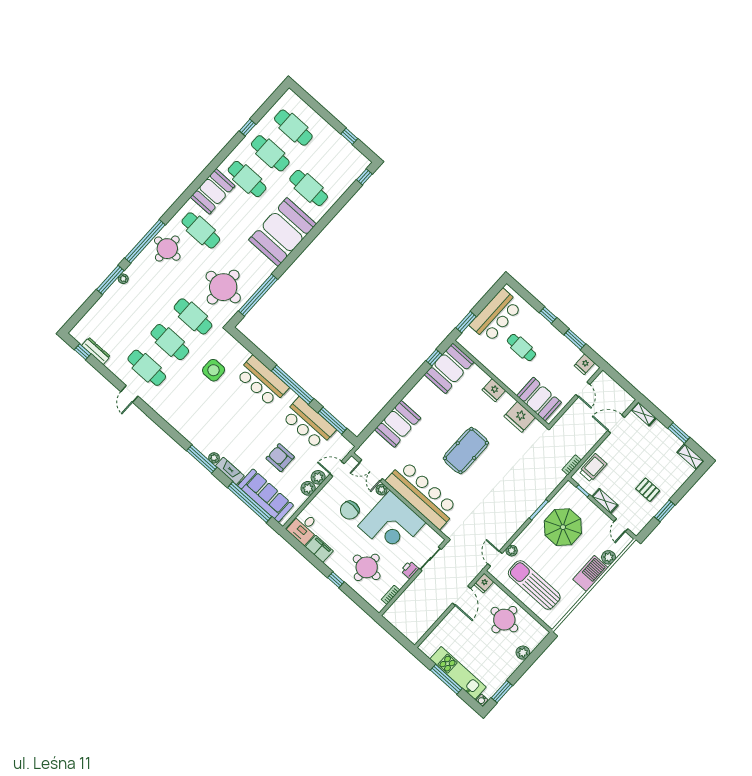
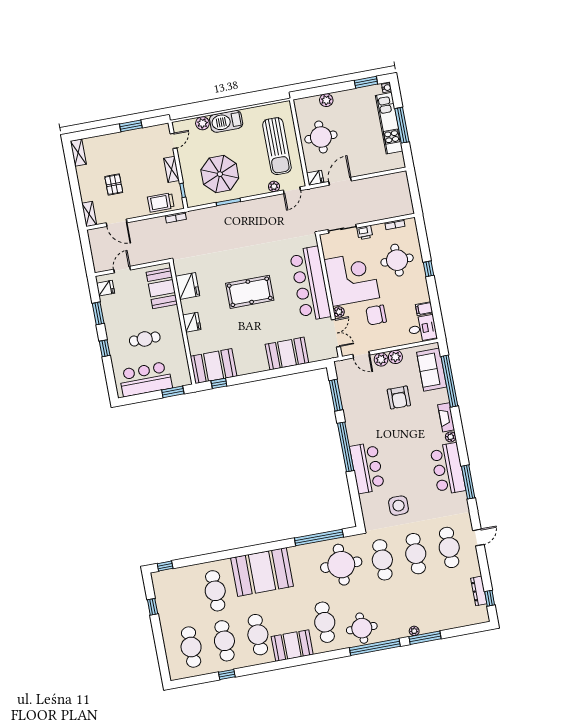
cafe table: (521, 347) -> (145, 339), turned 90
bar counter: (309, 423) -> (448, 469), moved, turned 180
window: (679, 433) -> (73, 178), removed
window: (202, 459) -> (468, 482), moved
pallet: (648, 490) -> (114, 184), moved
sofa: (266, 496) -> (432, 370), width x0.73
chair: (350, 510) -> (376, 315), turned 180
filing cabinet: (319, 549) -> (424, 309), width x0.50

